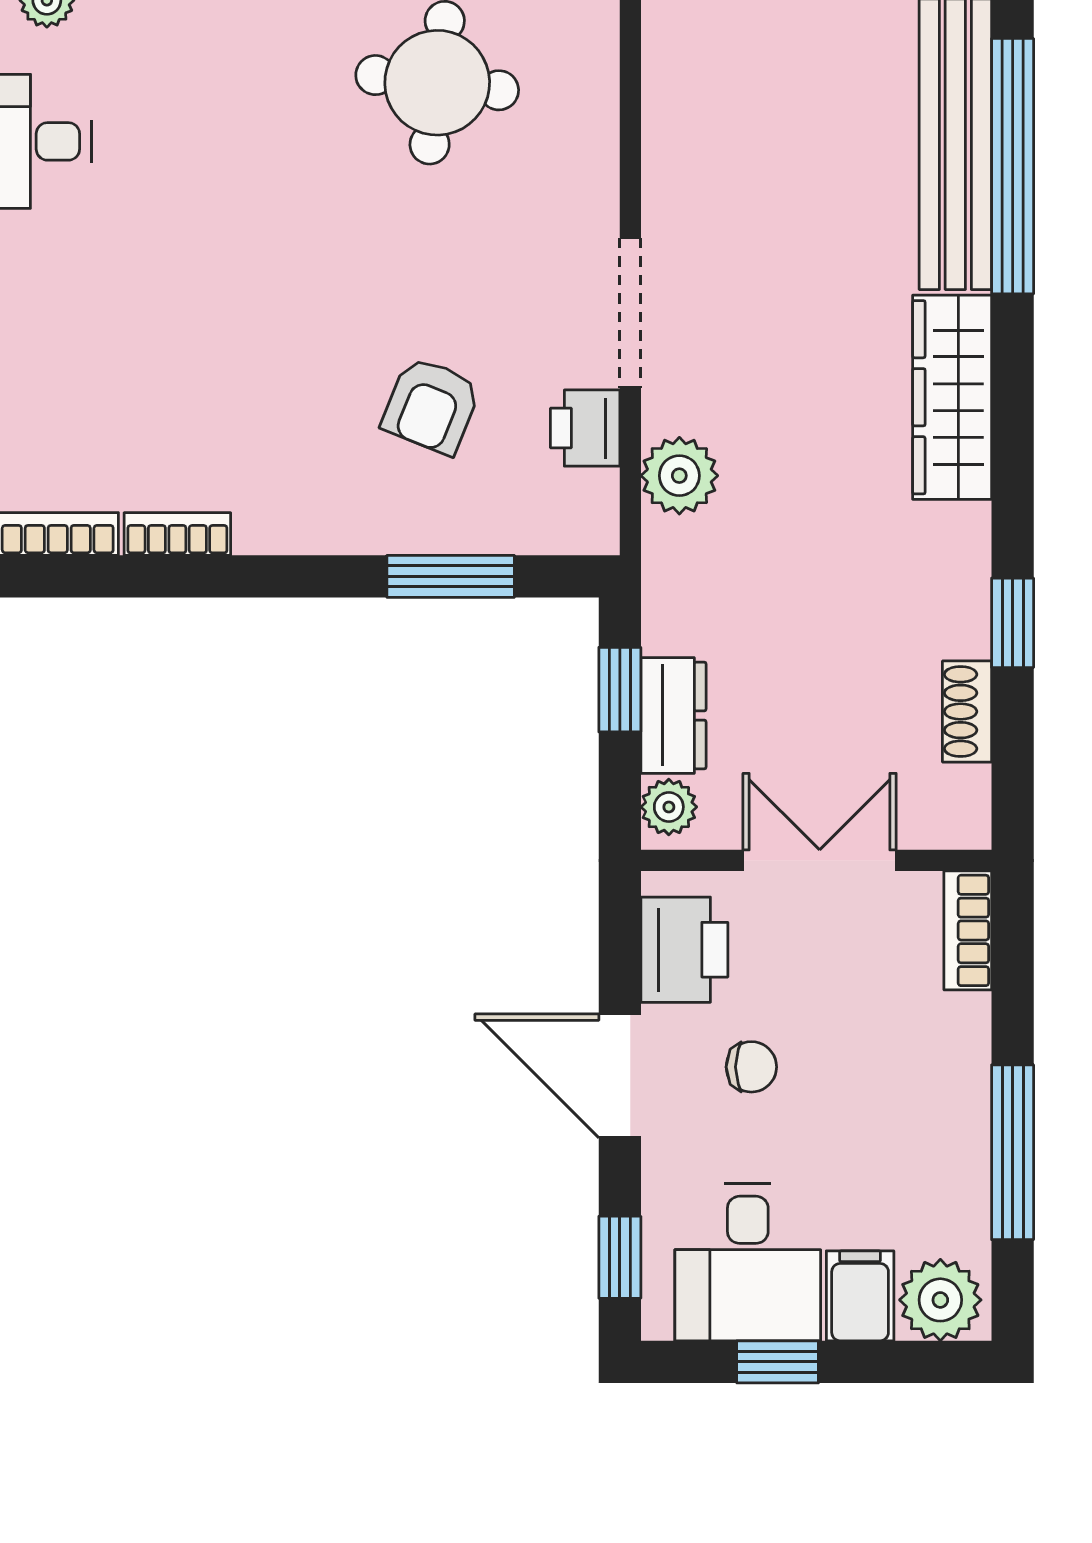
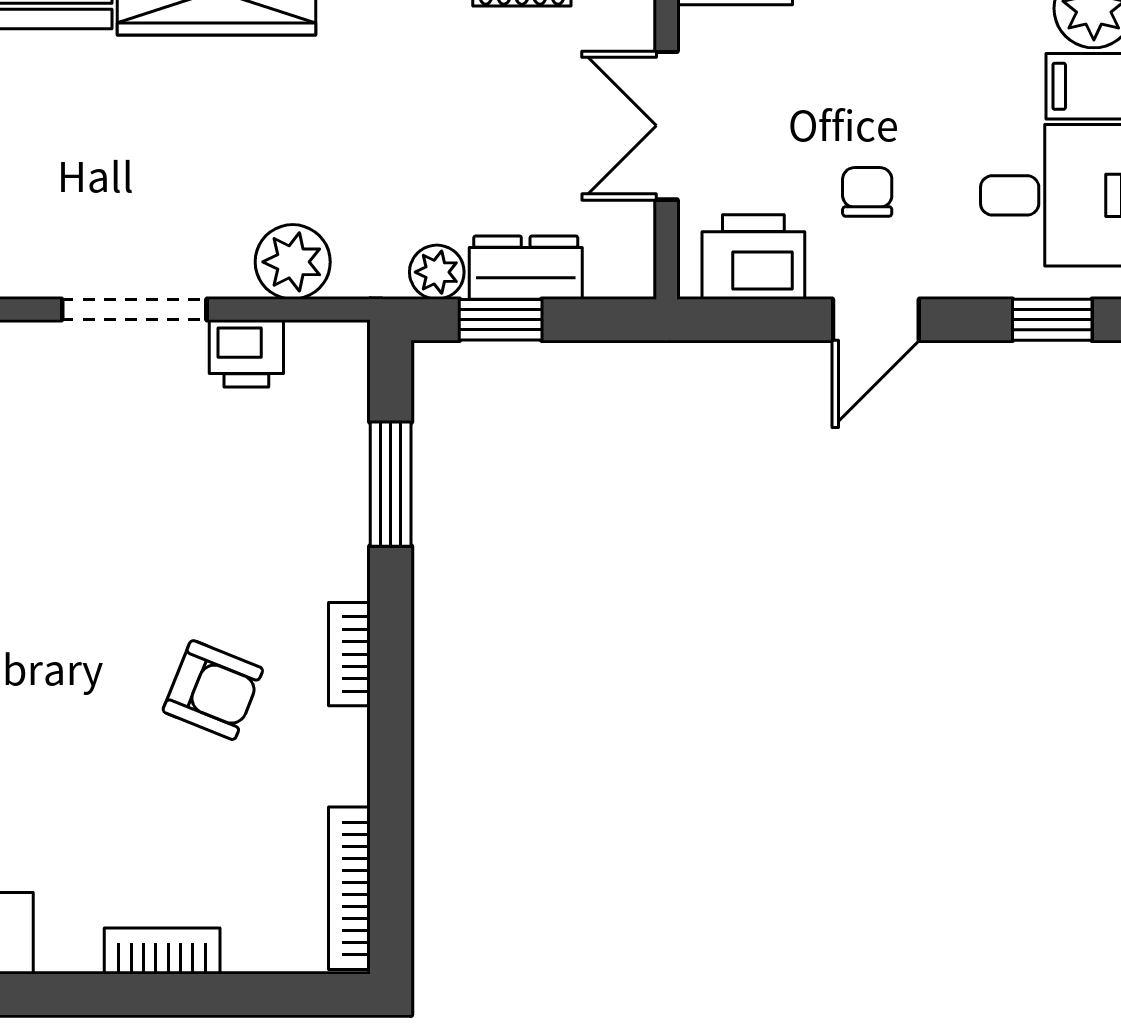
armchair: (431, 406) -> (213, 690), moved
bookcase: (177, 534) -> (349, 654), moved
plant: (669, 807) -> (437, 272), moved
door: (620, 1076) -> (876, 320), width x0.73

